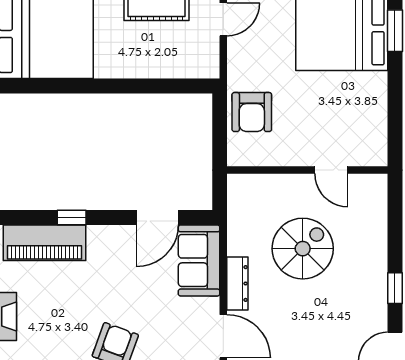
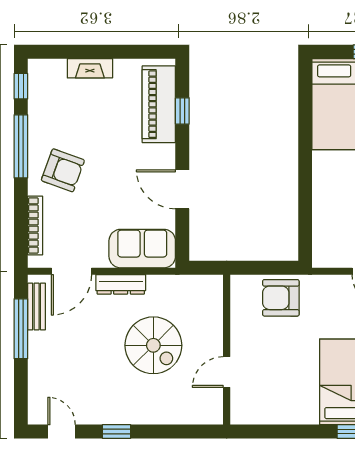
window: (72, 218) -> (182, 111), moved
door: (158, 218) -> (182, 189), moved

